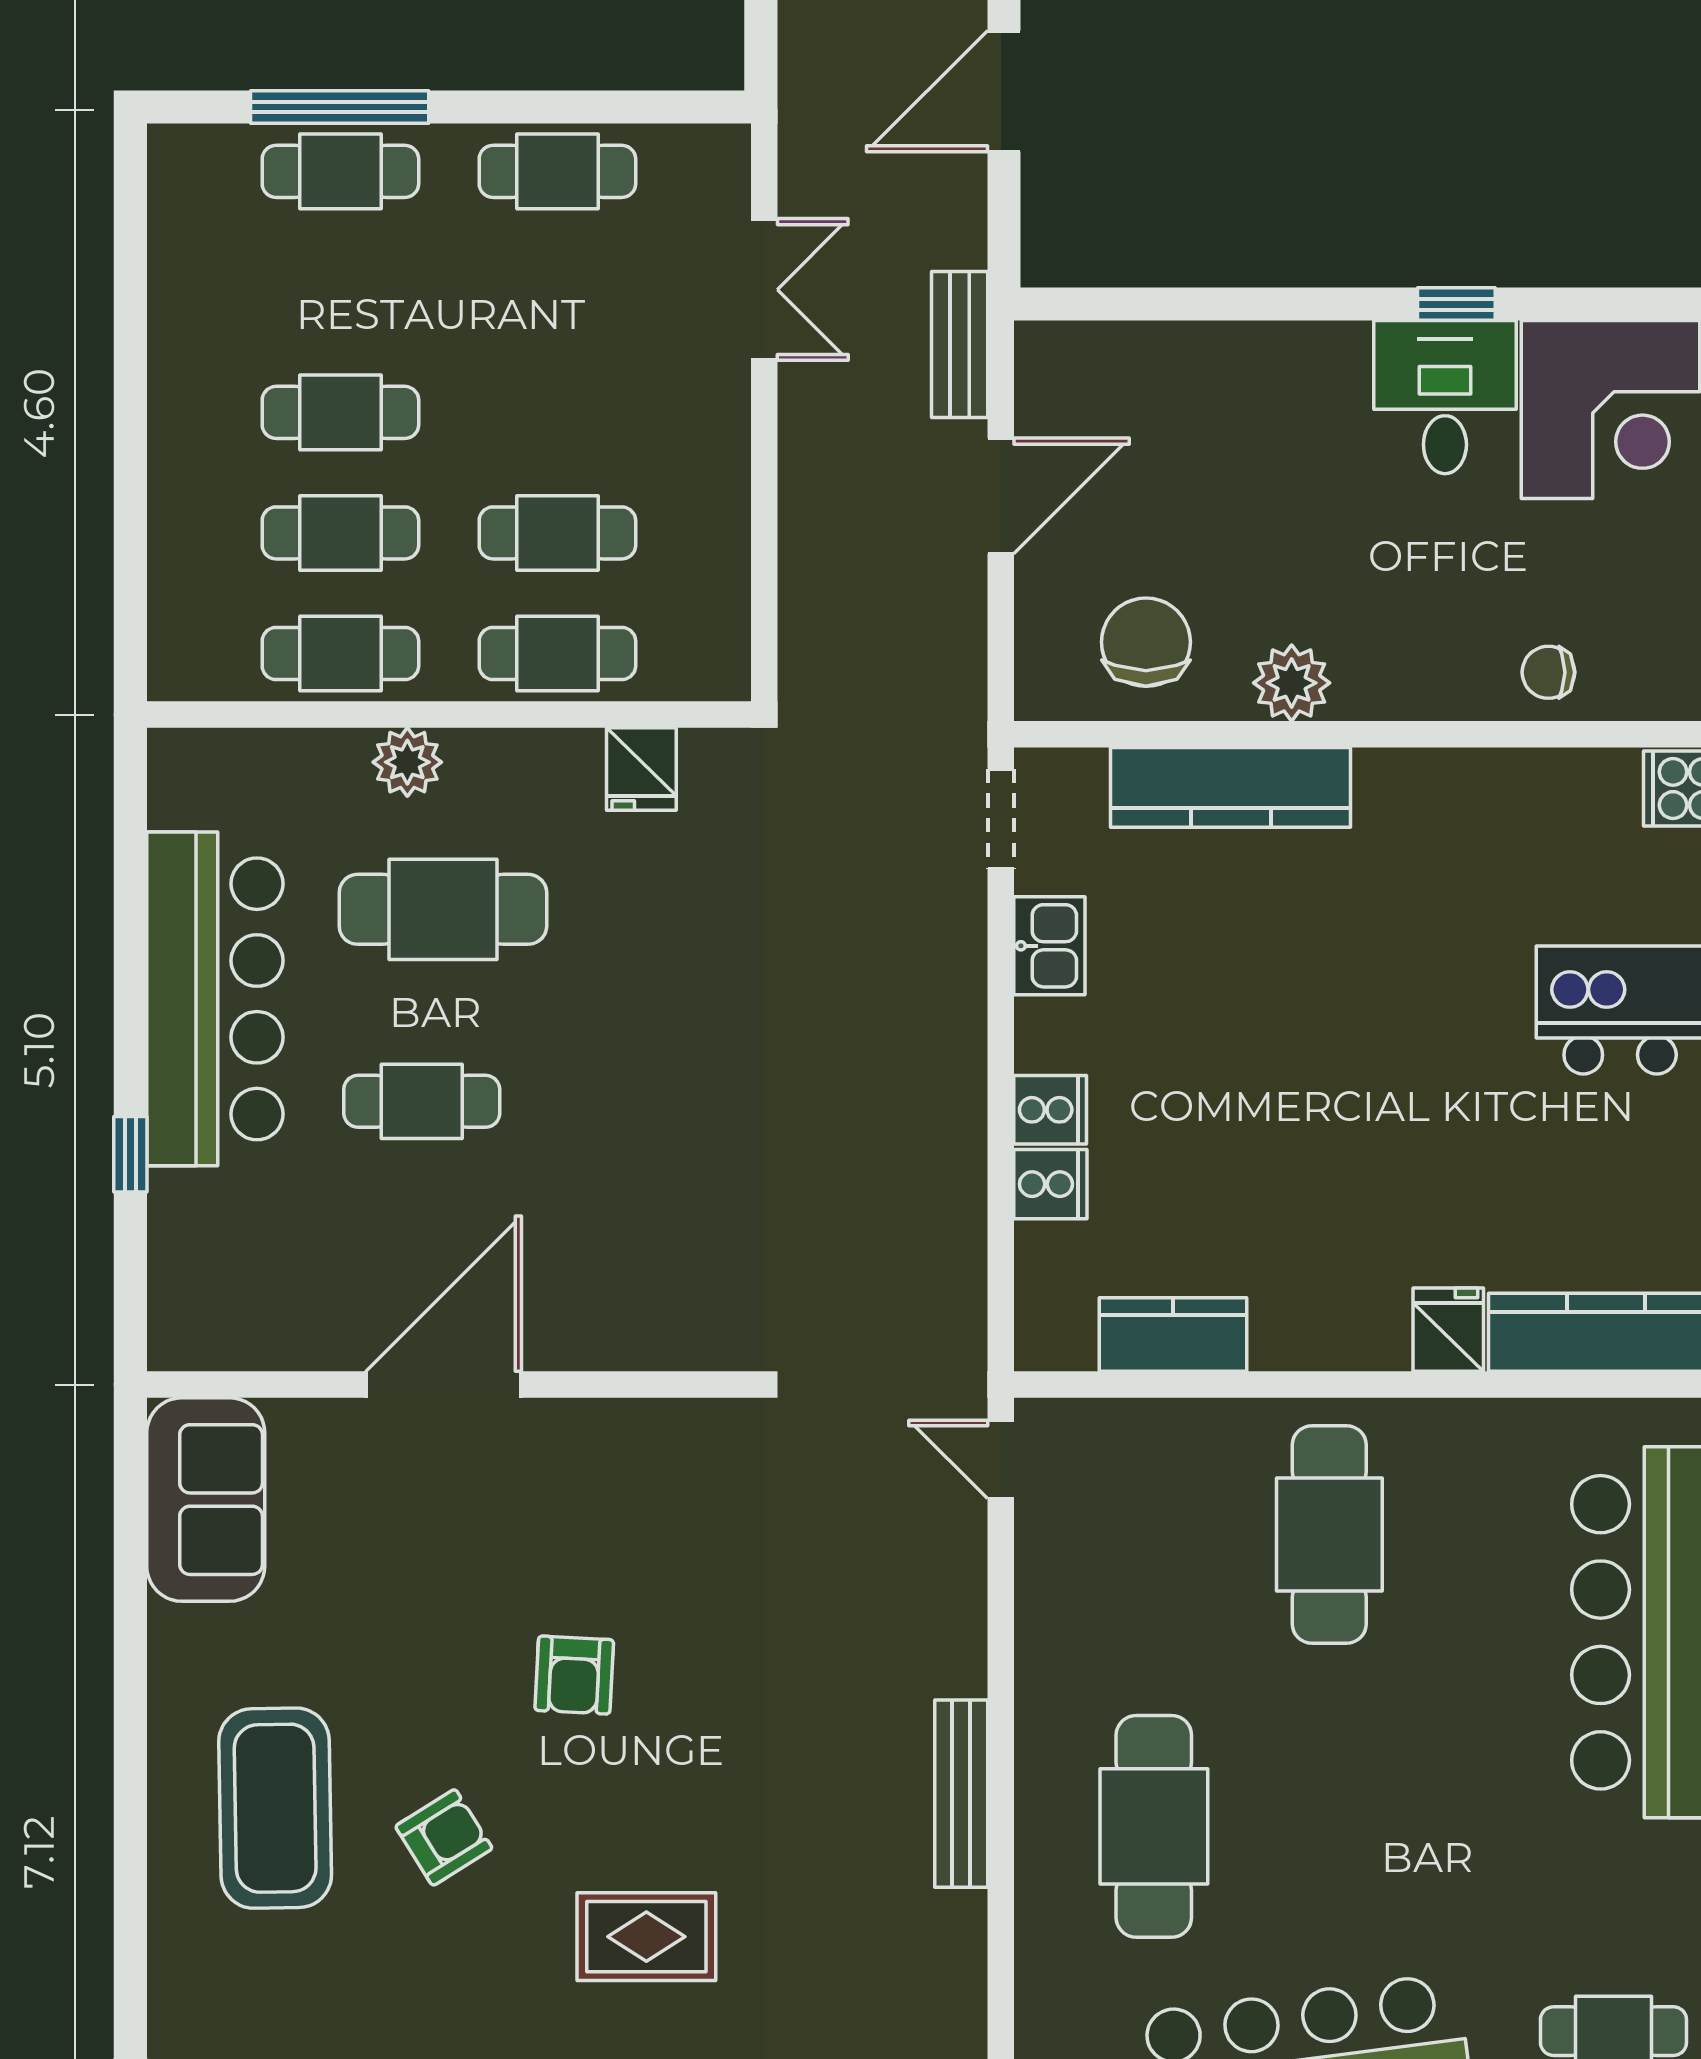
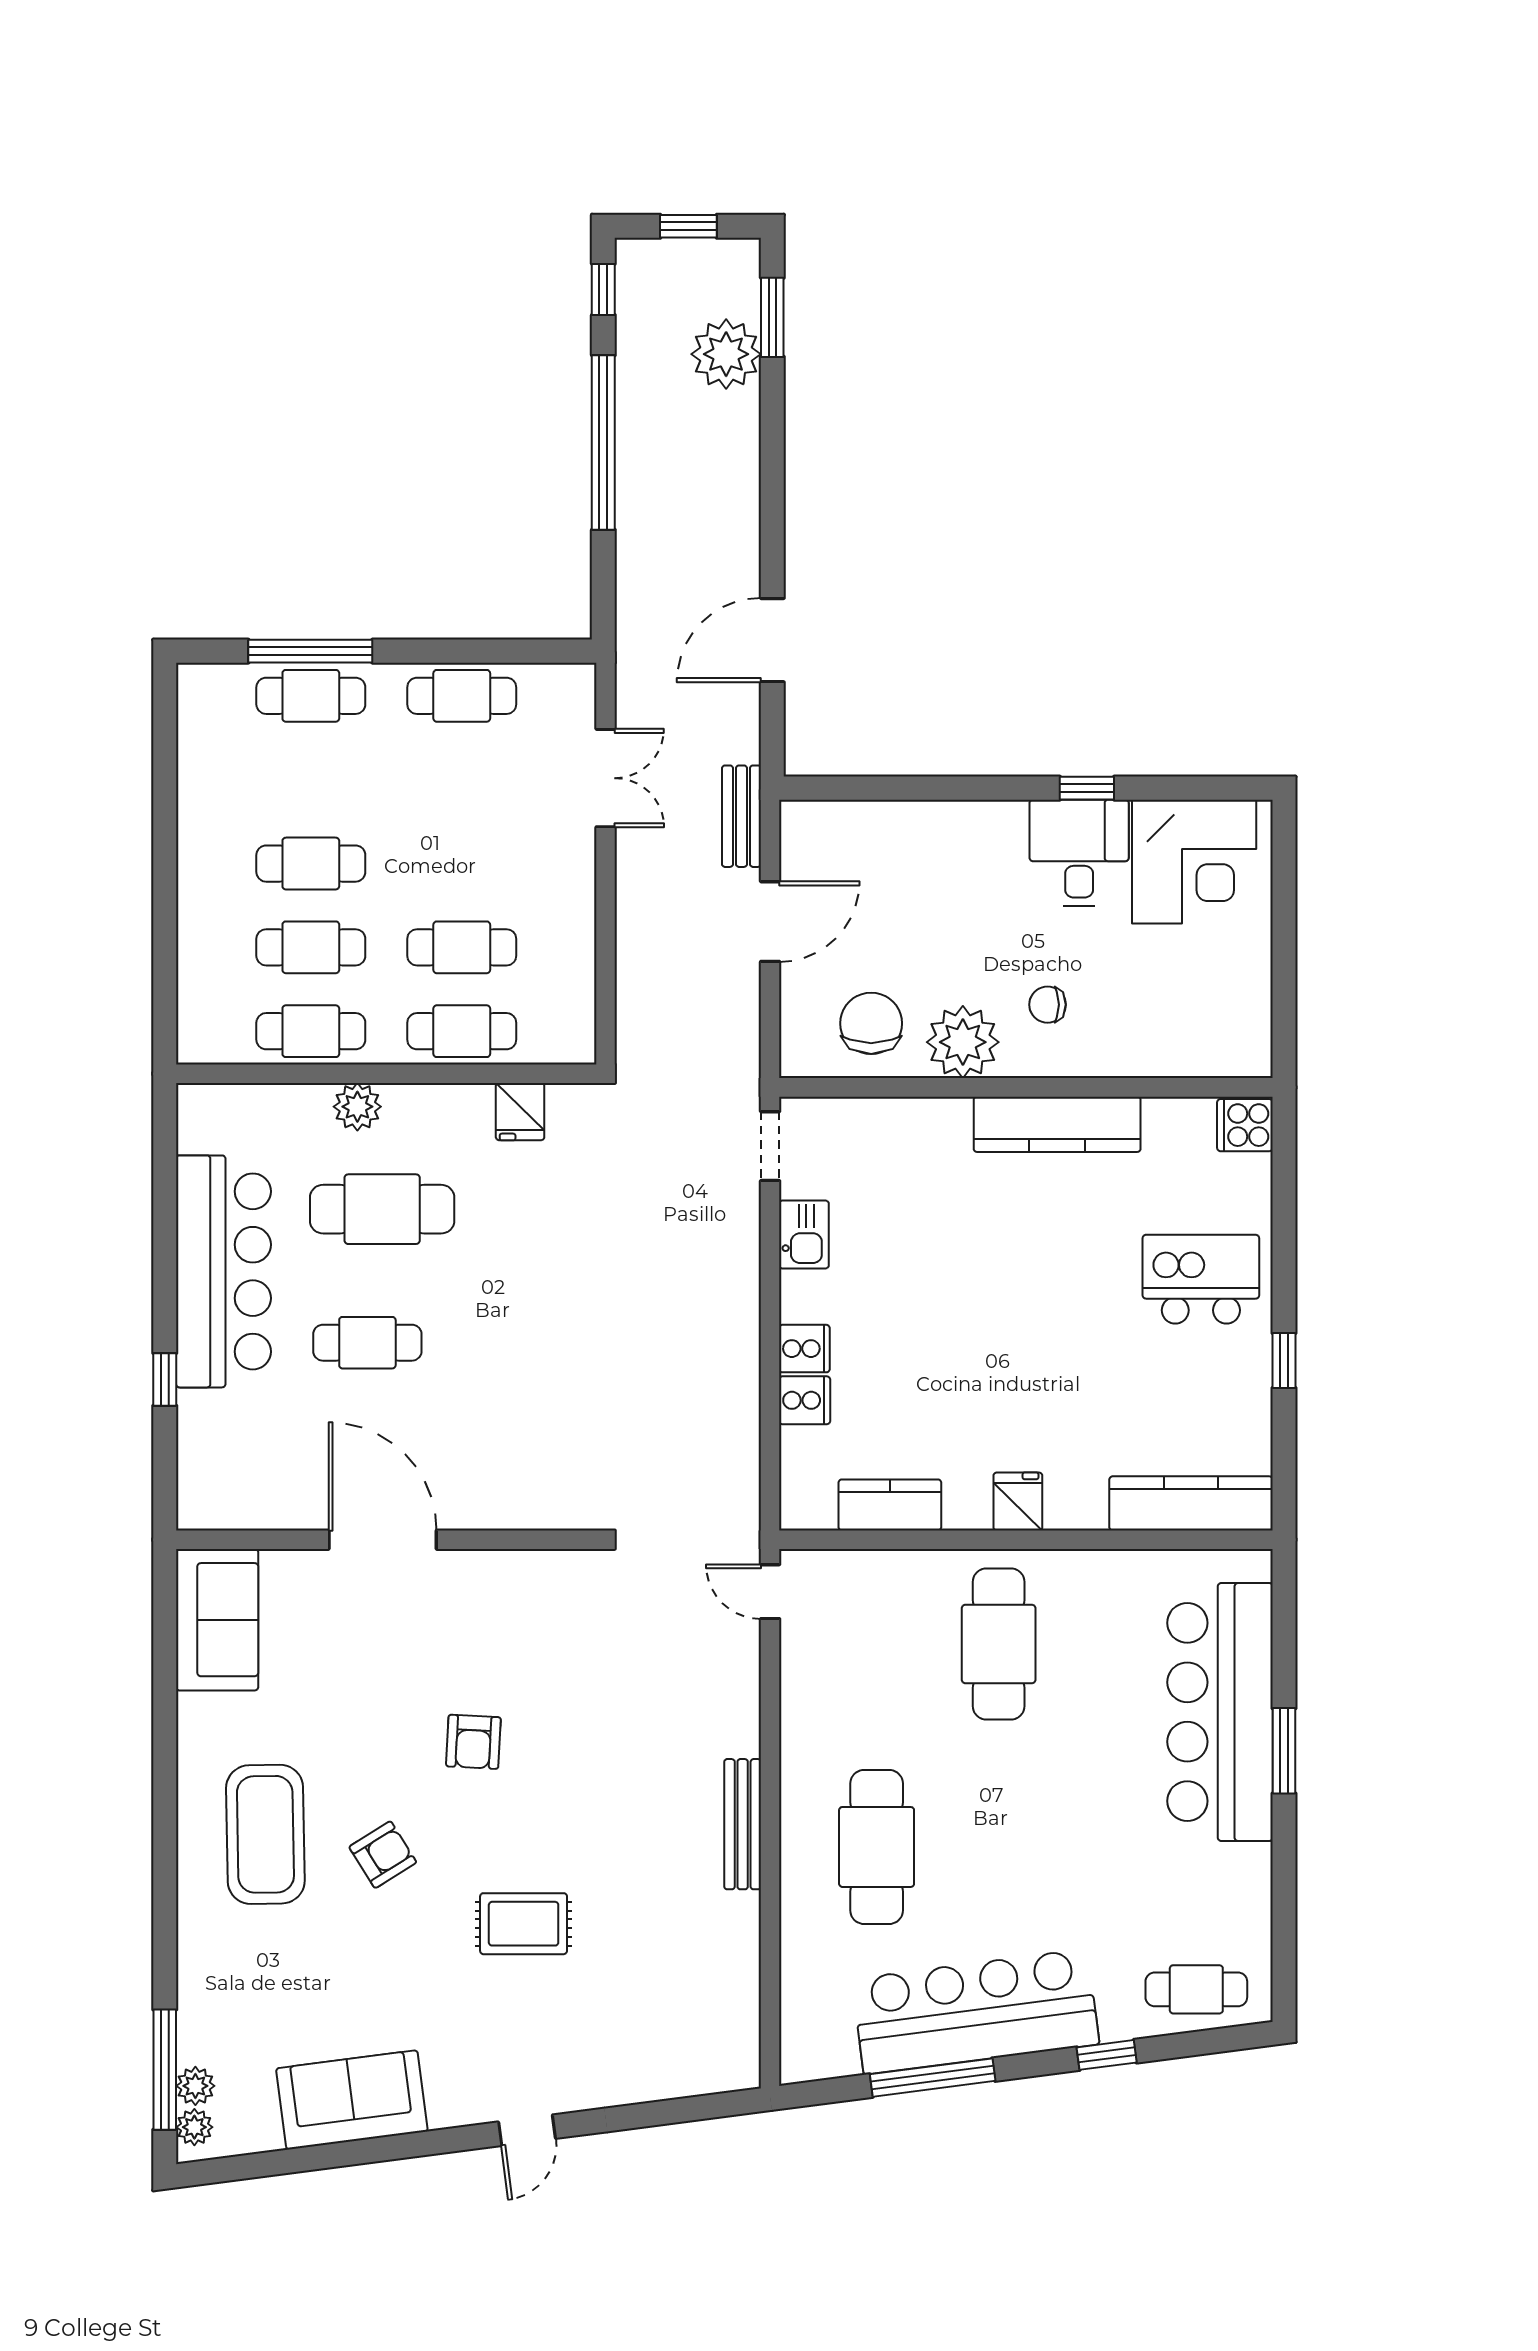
chair: (1548, 672) -> (1048, 1005), moved
plant: (1292, 683) -> (963, 1042), width x1.36, depth x1.36
kitchen counter: (1231, 787) -> (1057, 1124), moved
fridge: (1448, 1330) -> (1018, 1501), moved
door: (444, 1384) -> (383, 1540), hinge flipped

